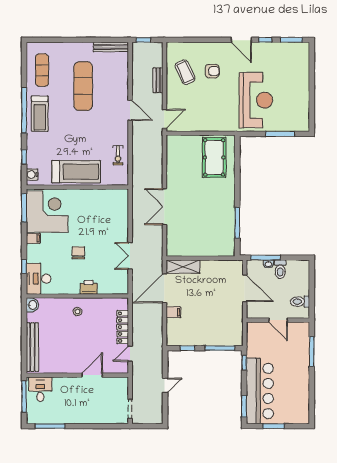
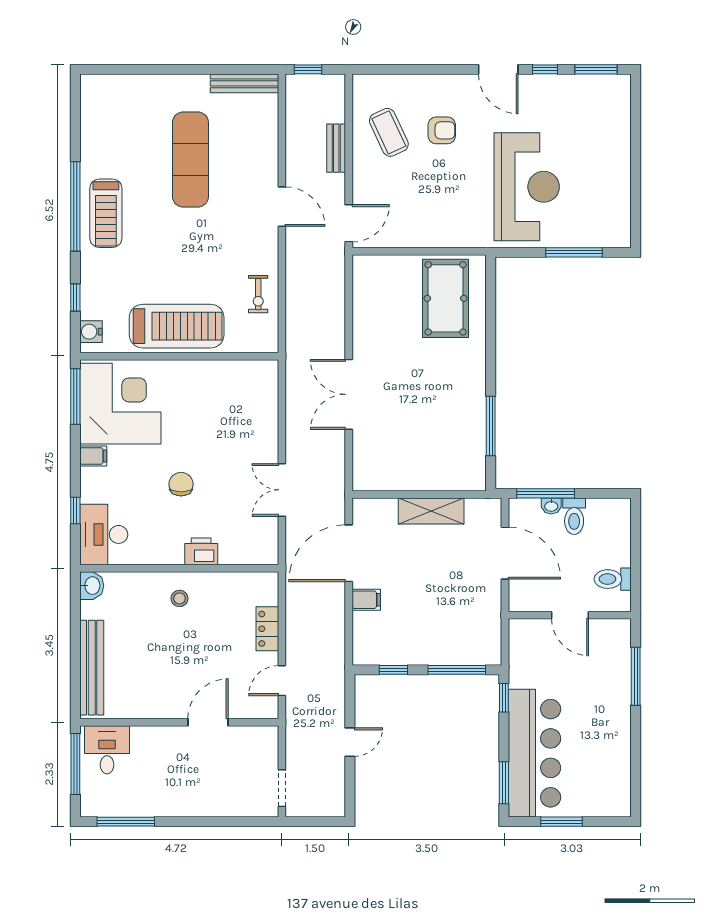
exercise mat: (42, 70) -> (110, 128), removed
shelving: (183, 267) -> (431, 511), moved
locker: (123, 327) -> (267, 629), width x0.66

